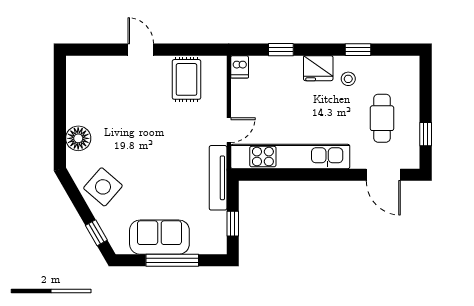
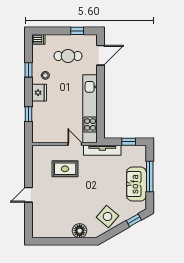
dishwasher: (240, 67) -> (38, 39), moved
rug: (186, 79) -> (65, 169), moved

